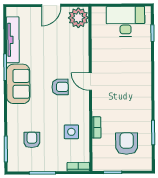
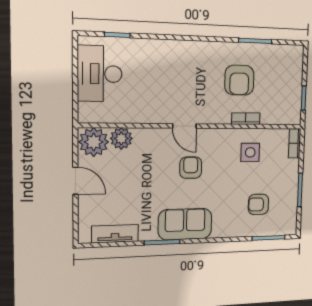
plant: (81, 37) -> (121, 138), added
tv unit: (13, 40) -> (115, 234), width x0.71
door: (90, 82) -> (184, 126), hinge flipped
armchair: (127, 144) -> (239, 80), moved, turned -90

